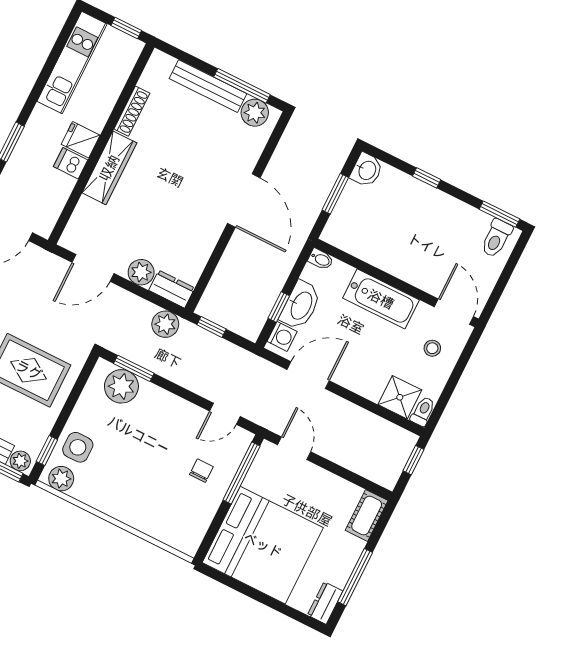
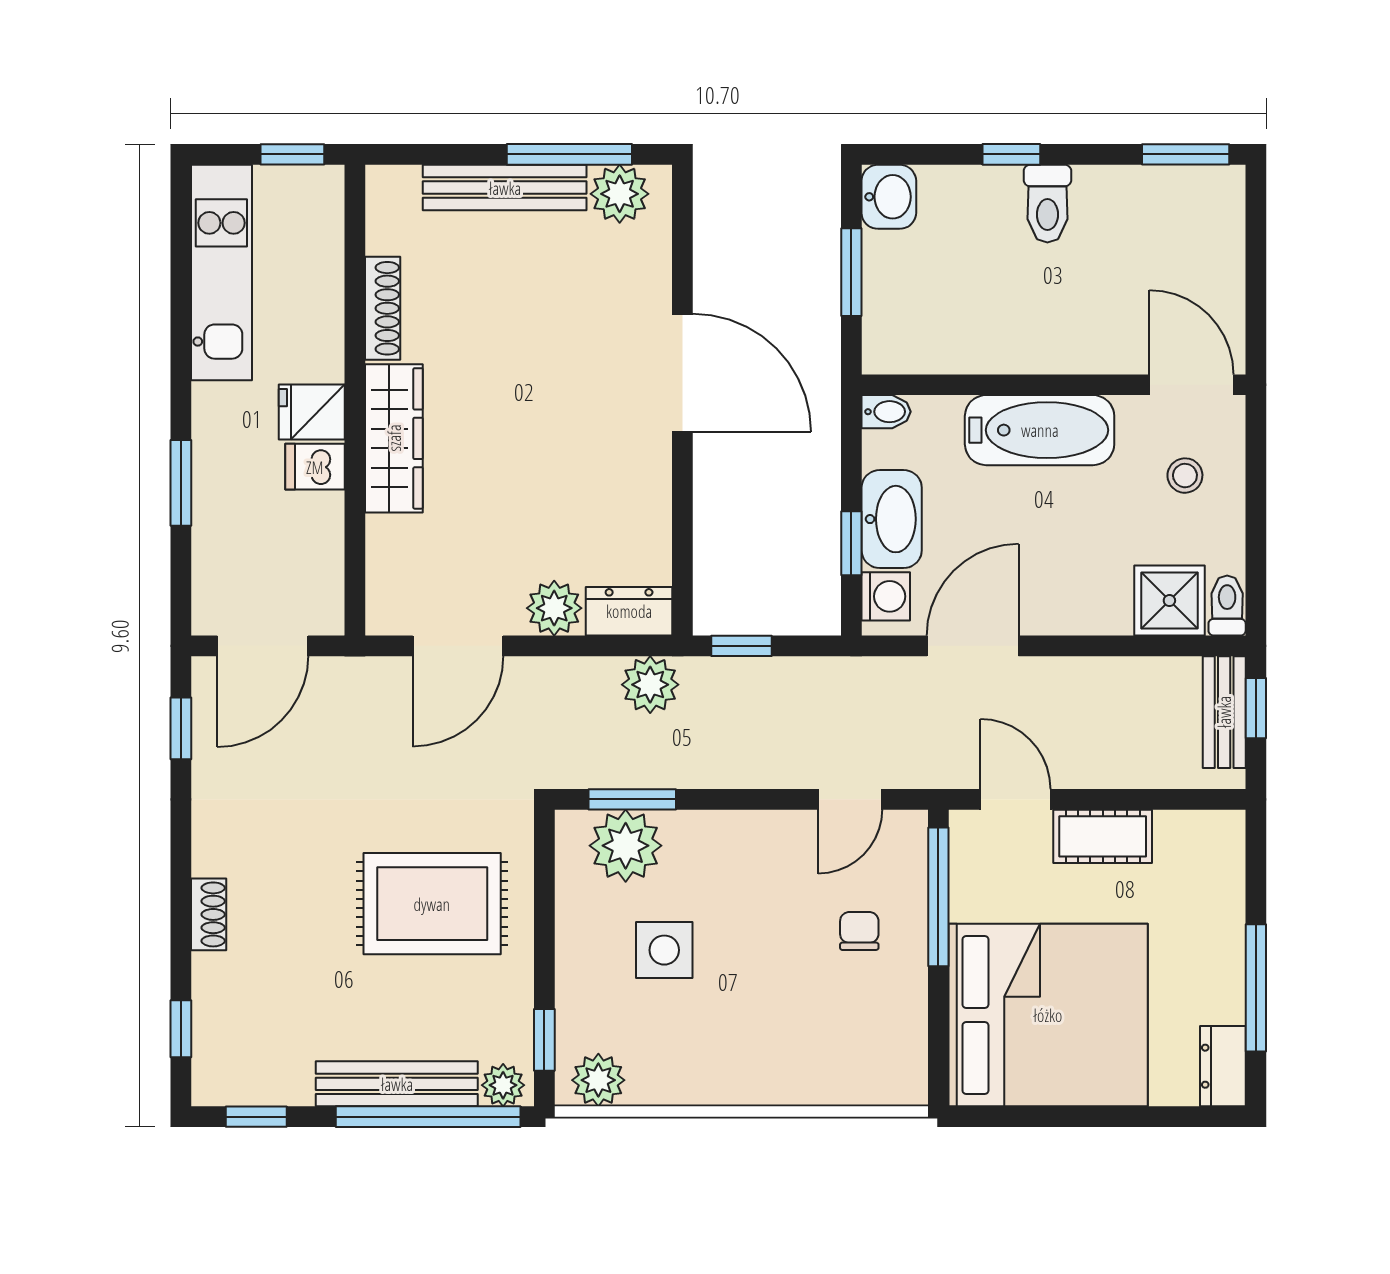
toilet: (496, 238) -> (1047, 204), moved
side table: (78, 447) -> (664, 950), moved
bench: (399, 455) -> (1224, 712), added
cot: (367, 515) -> (1103, 836), moved, turned 90

